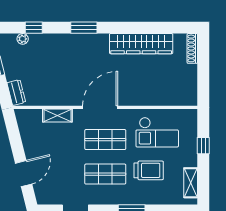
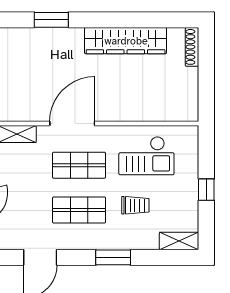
window: (203, 146) -> (206, 190), moved
trolley: (149, 170) -> (135, 205), width x0.73, depth x0.72
shelving: (191, 183) -> (179, 241), moved, turned 90

